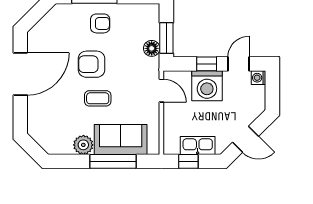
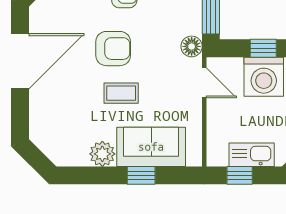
floor lamp: (152, 48) -> (192, 46), moved
armchair: (92, 64) -> (113, 49), turned 180
window: (113, 161) -> (141, 175), width x0.46

